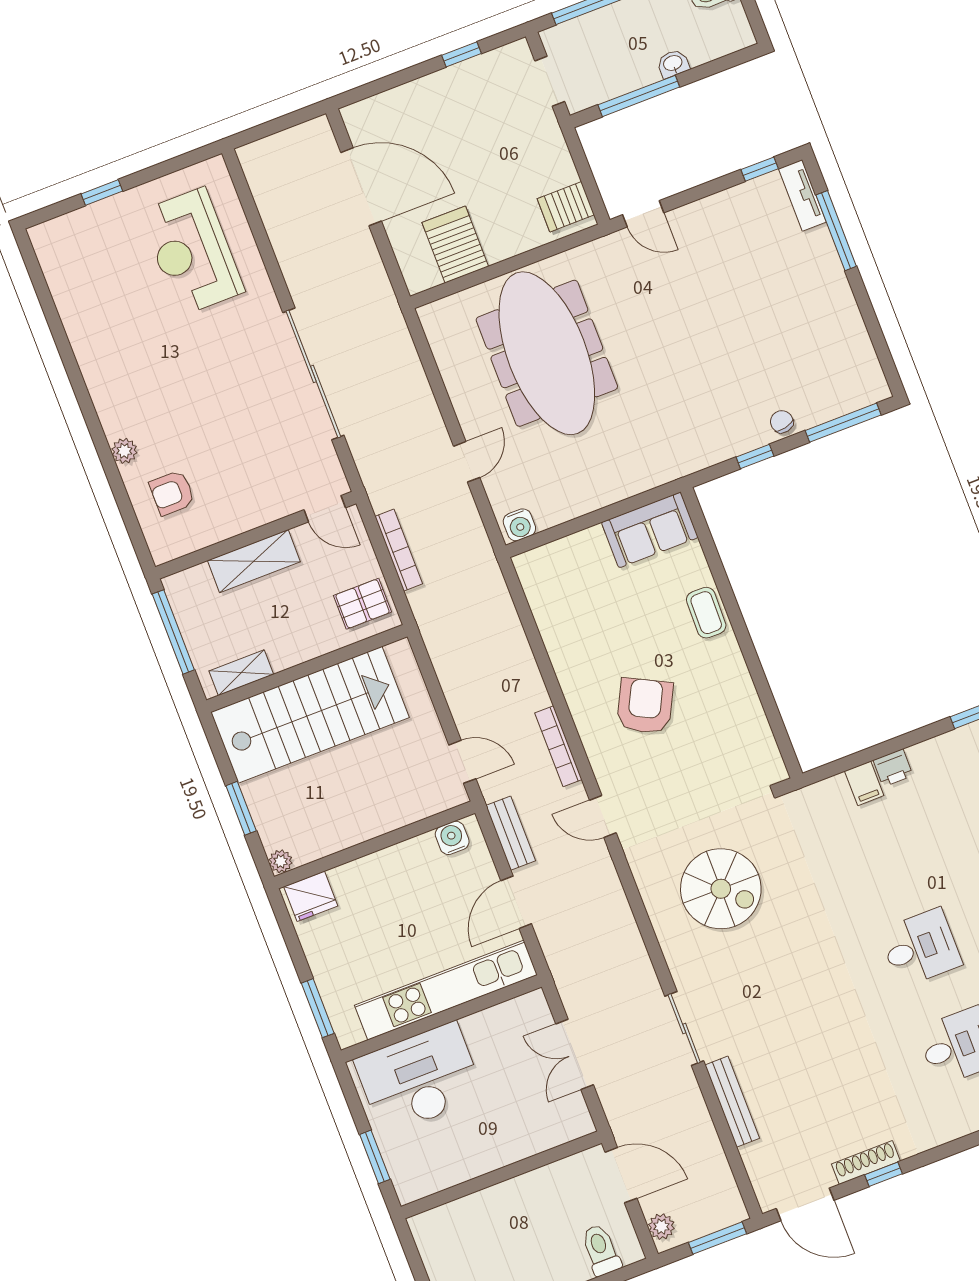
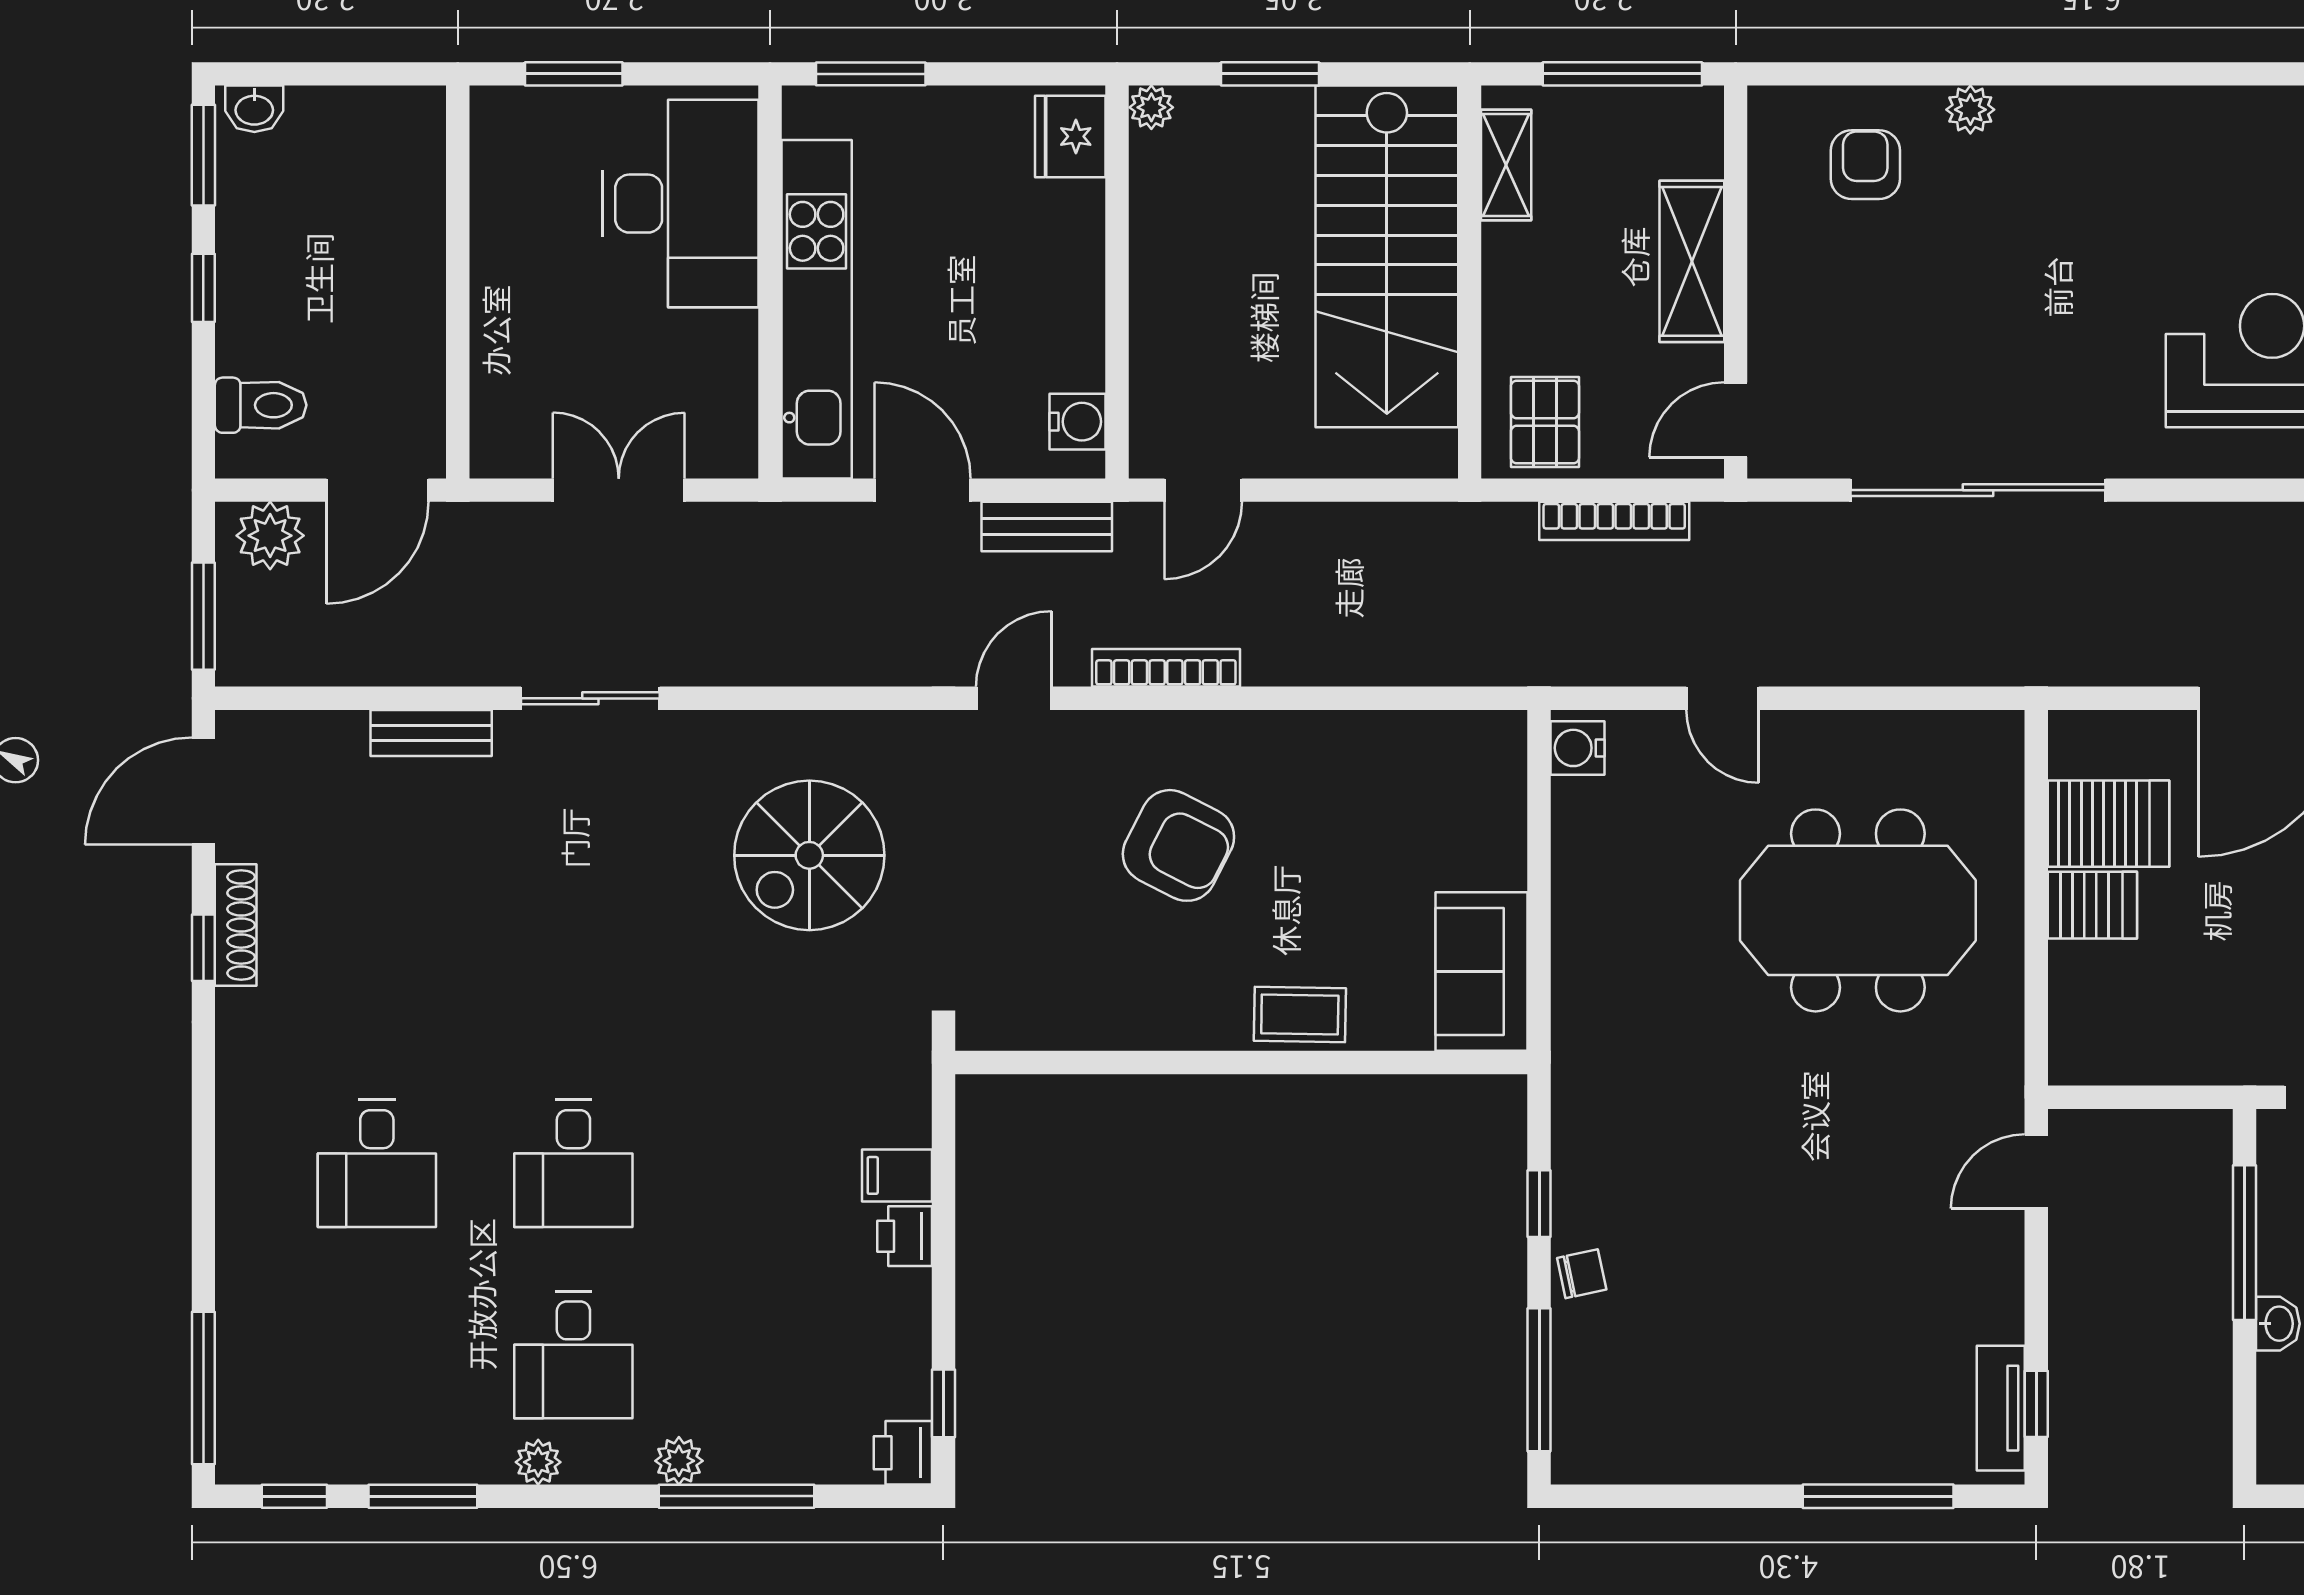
tv unit: (802, 195) -> (2001, 1408), moved, turned -90
server rack: (566, 207) -> (2092, 905), moved, turned 90
meeting table: (547, 353) -> (1858, 910), width x0.73
bench: (732, 1102) -> (431, 733), width x0.73
plant: (661, 1227) -> (270, 536), width x1.38, depth x1.38

